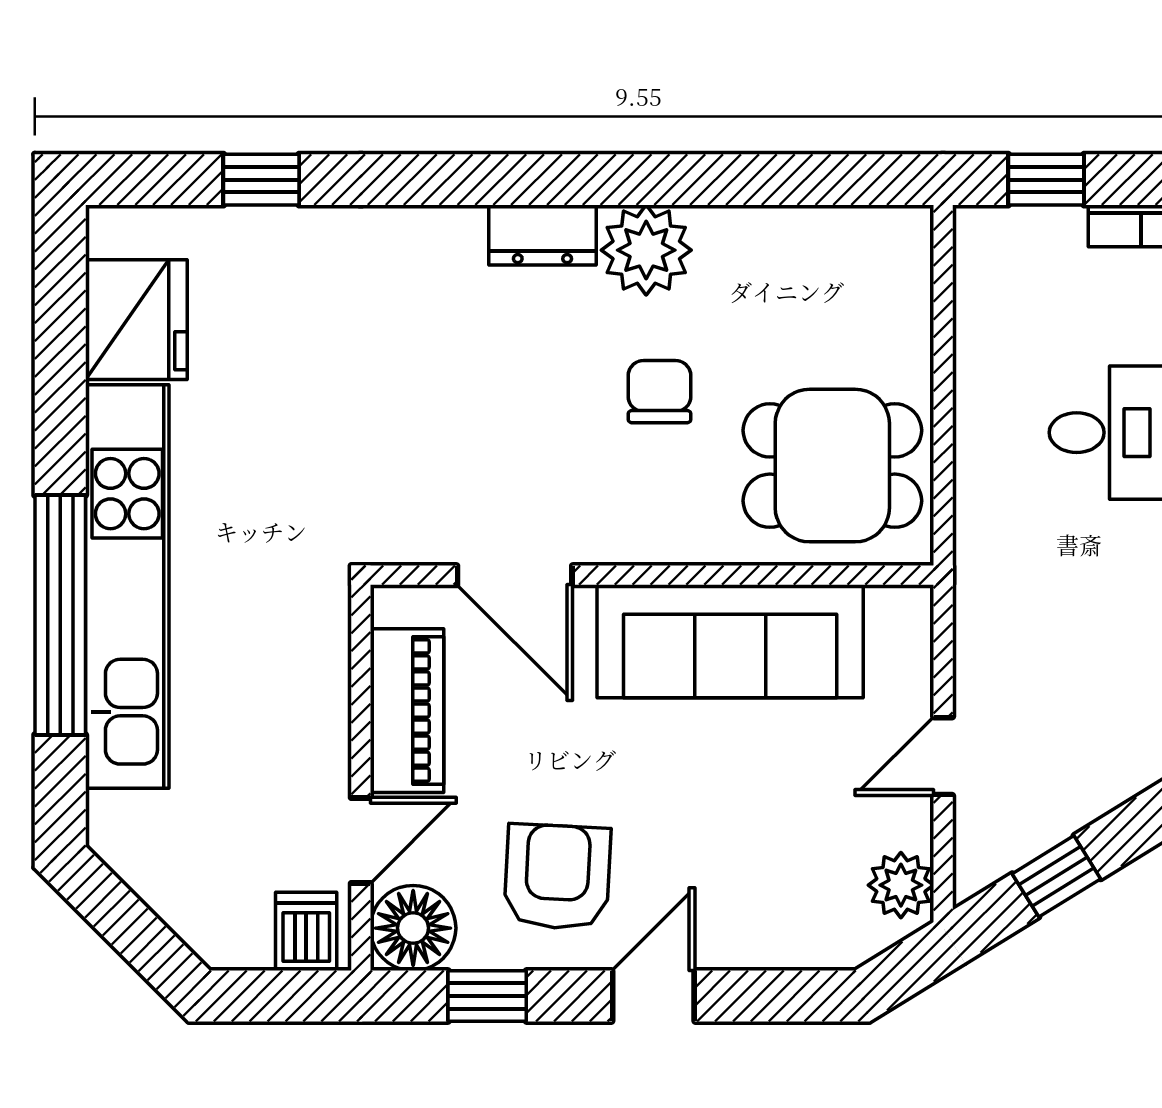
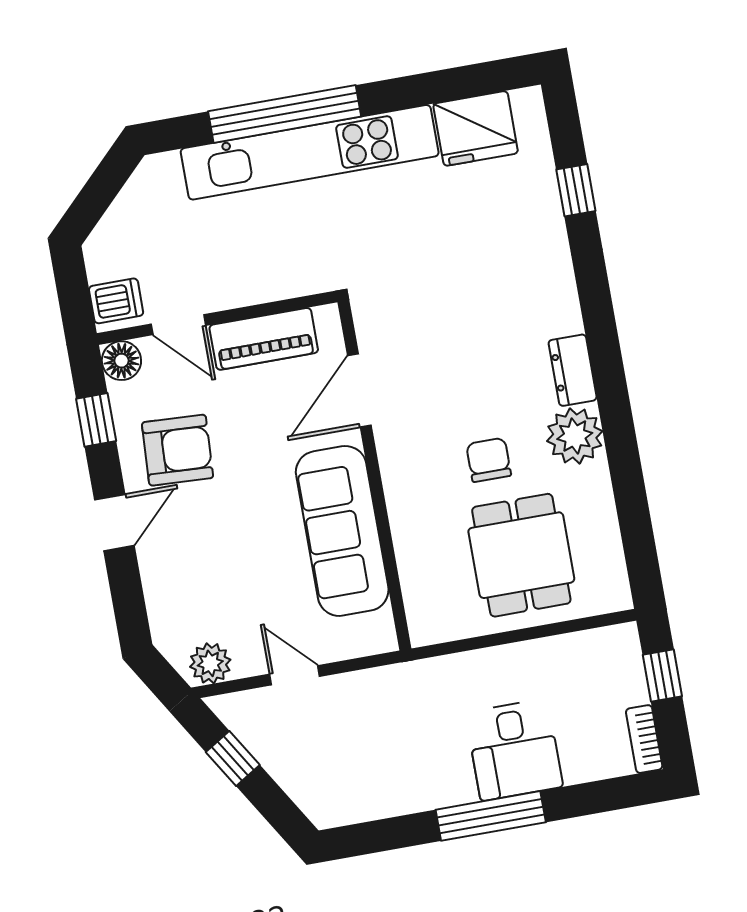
chair: (660, 392) -> (489, 460), turned -90
dining table: (832, 466) -> (521, 555), moved
floor lamp: (413, 928) -> (121, 361), width x0.73, depth x0.73
door: (653, 996) -> (114, 523), hinge flipped

